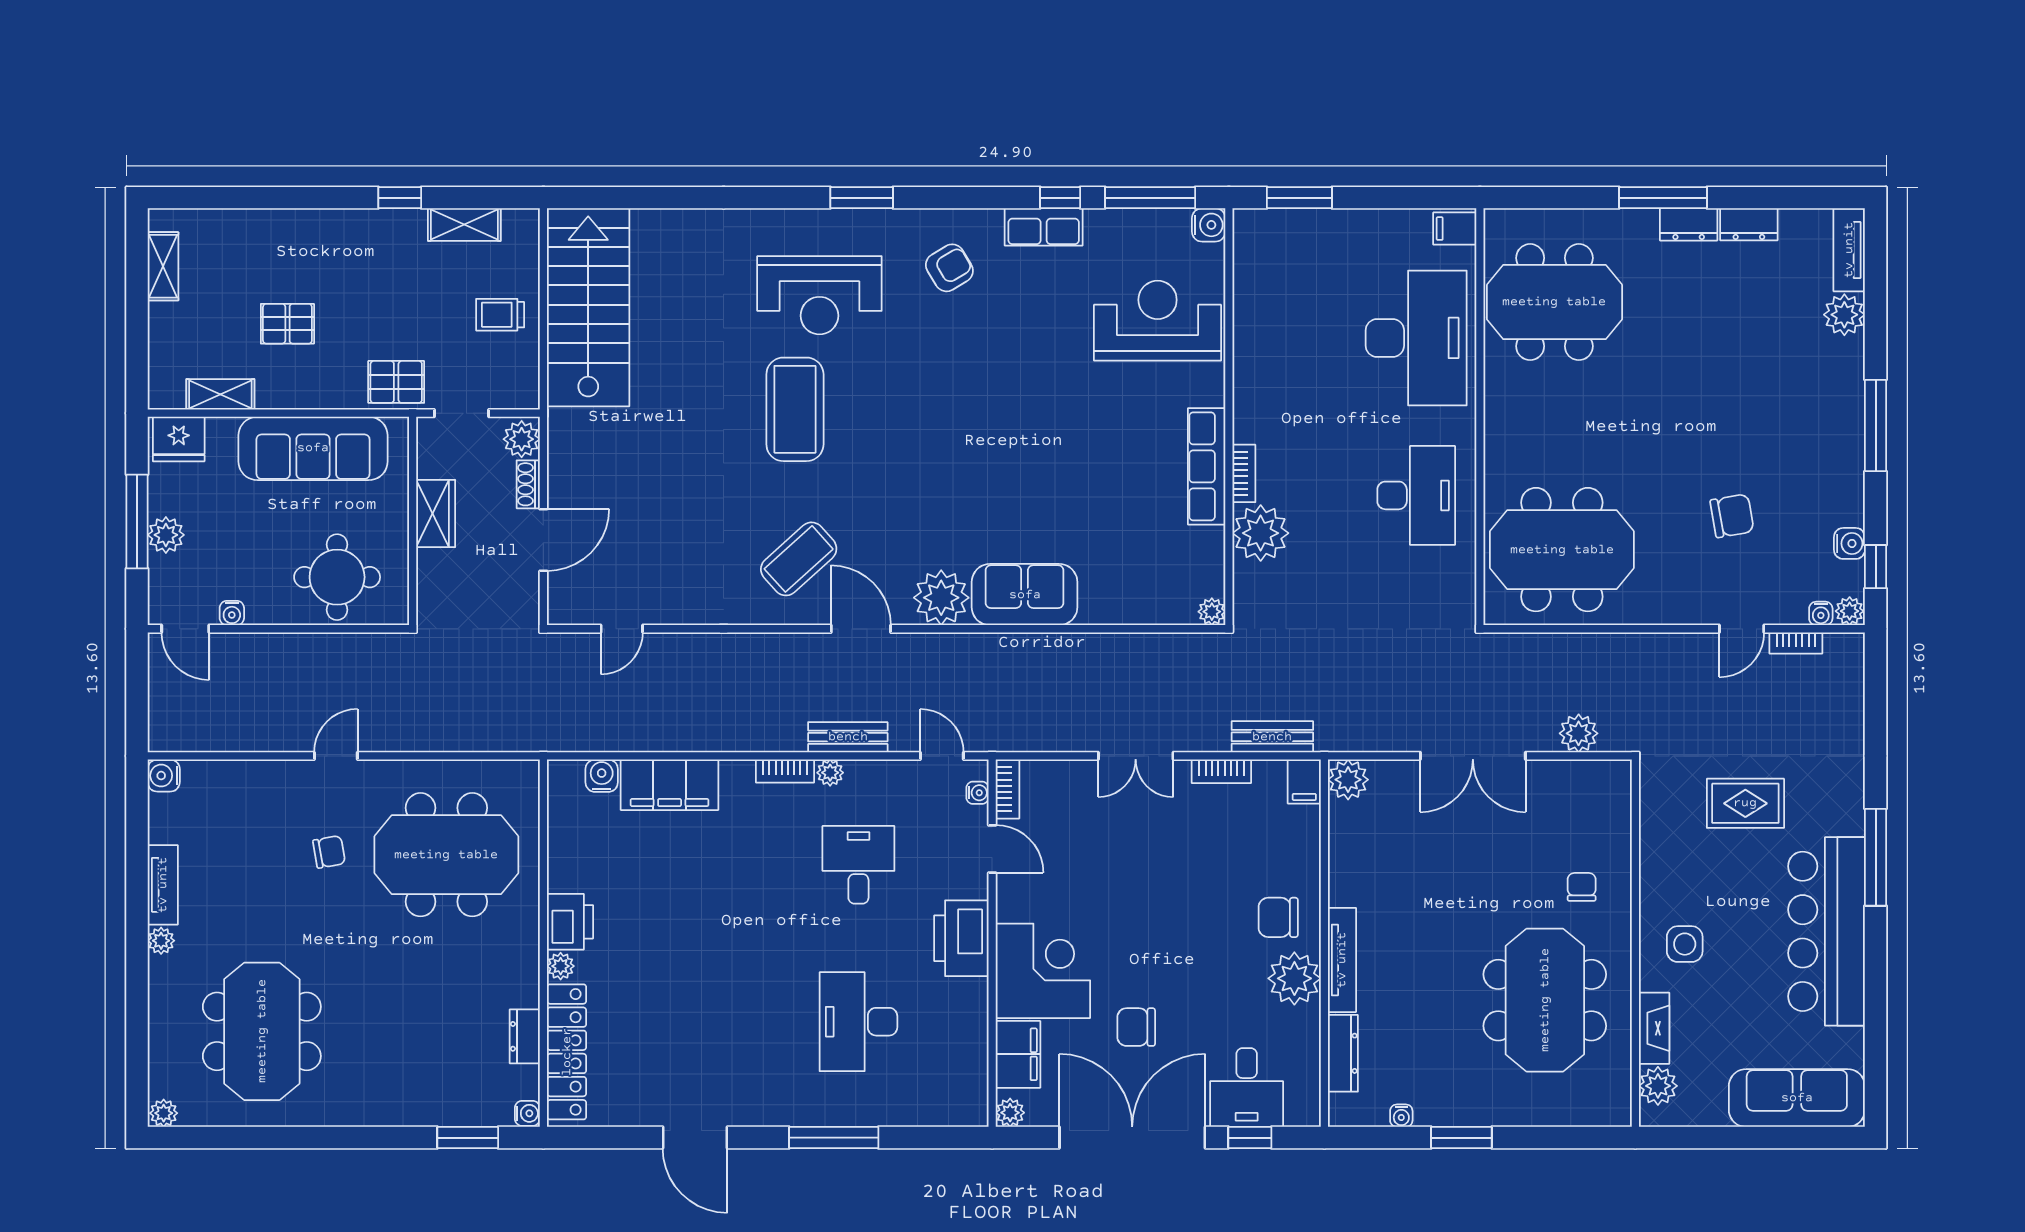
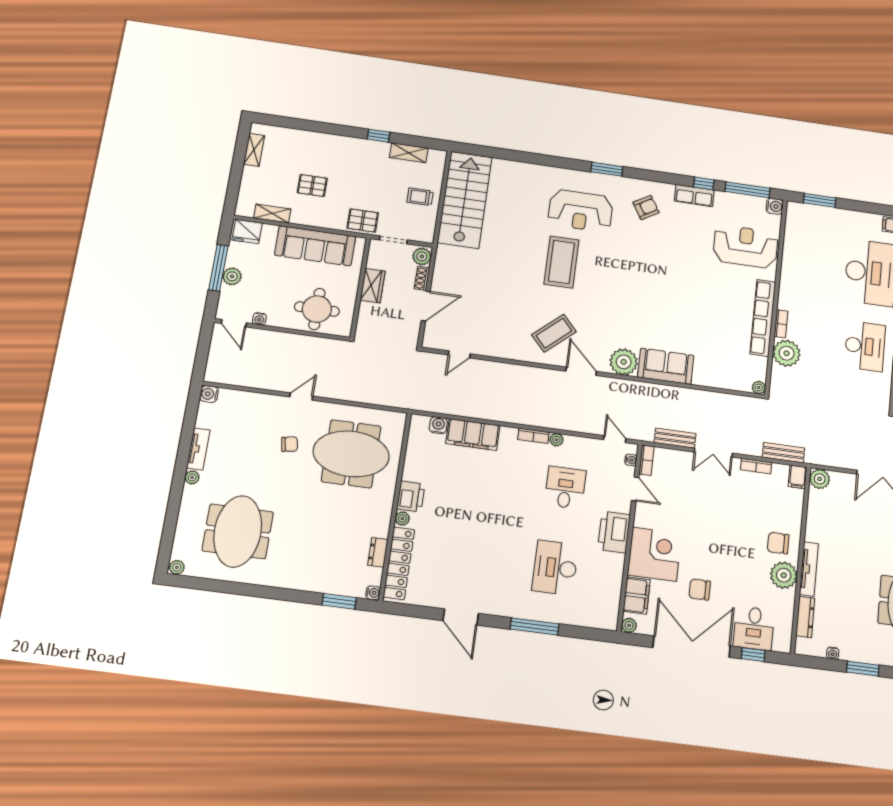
row of seats: (1207, 466) -> (763, 318), width x1.36
bench: (848, 737) -> (675, 438), moved

